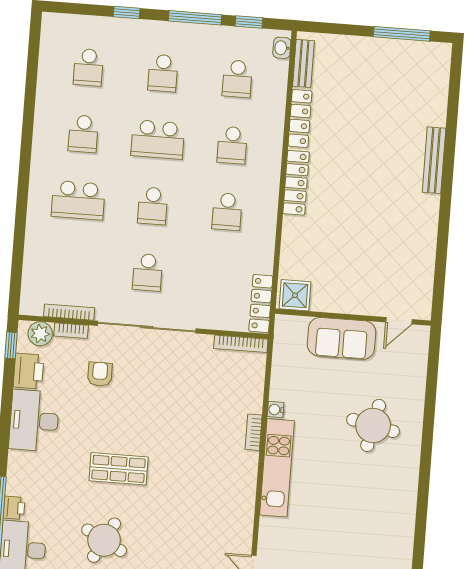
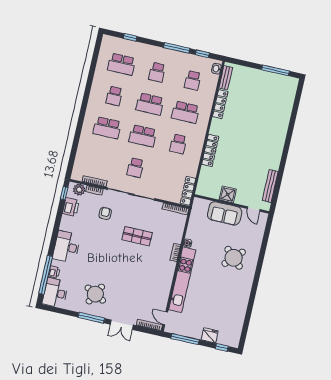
window: (127, 13) -> (130, 37), moved
school desk: (88, 67) -> (122, 64), width x1.85
school desk: (232, 145) -> (185, 112), width x1.85
bench: (434, 160) -> (270, 186), moved
locker: (296, 183) -> (210, 150), moved
school desk: (153, 206) -> (143, 136), width x1.85
shower: (295, 295) -> (228, 194), moved
door: (399, 321) -> (254, 209), hinge flipped
desk: (34, 421) -> (66, 247), moved
round table: (373, 425) -> (234, 258), turned 32
kitchen unit: (277, 468) -> (182, 280), width x1.36
shop shelf: (119, 469) -> (137, 236), moved

